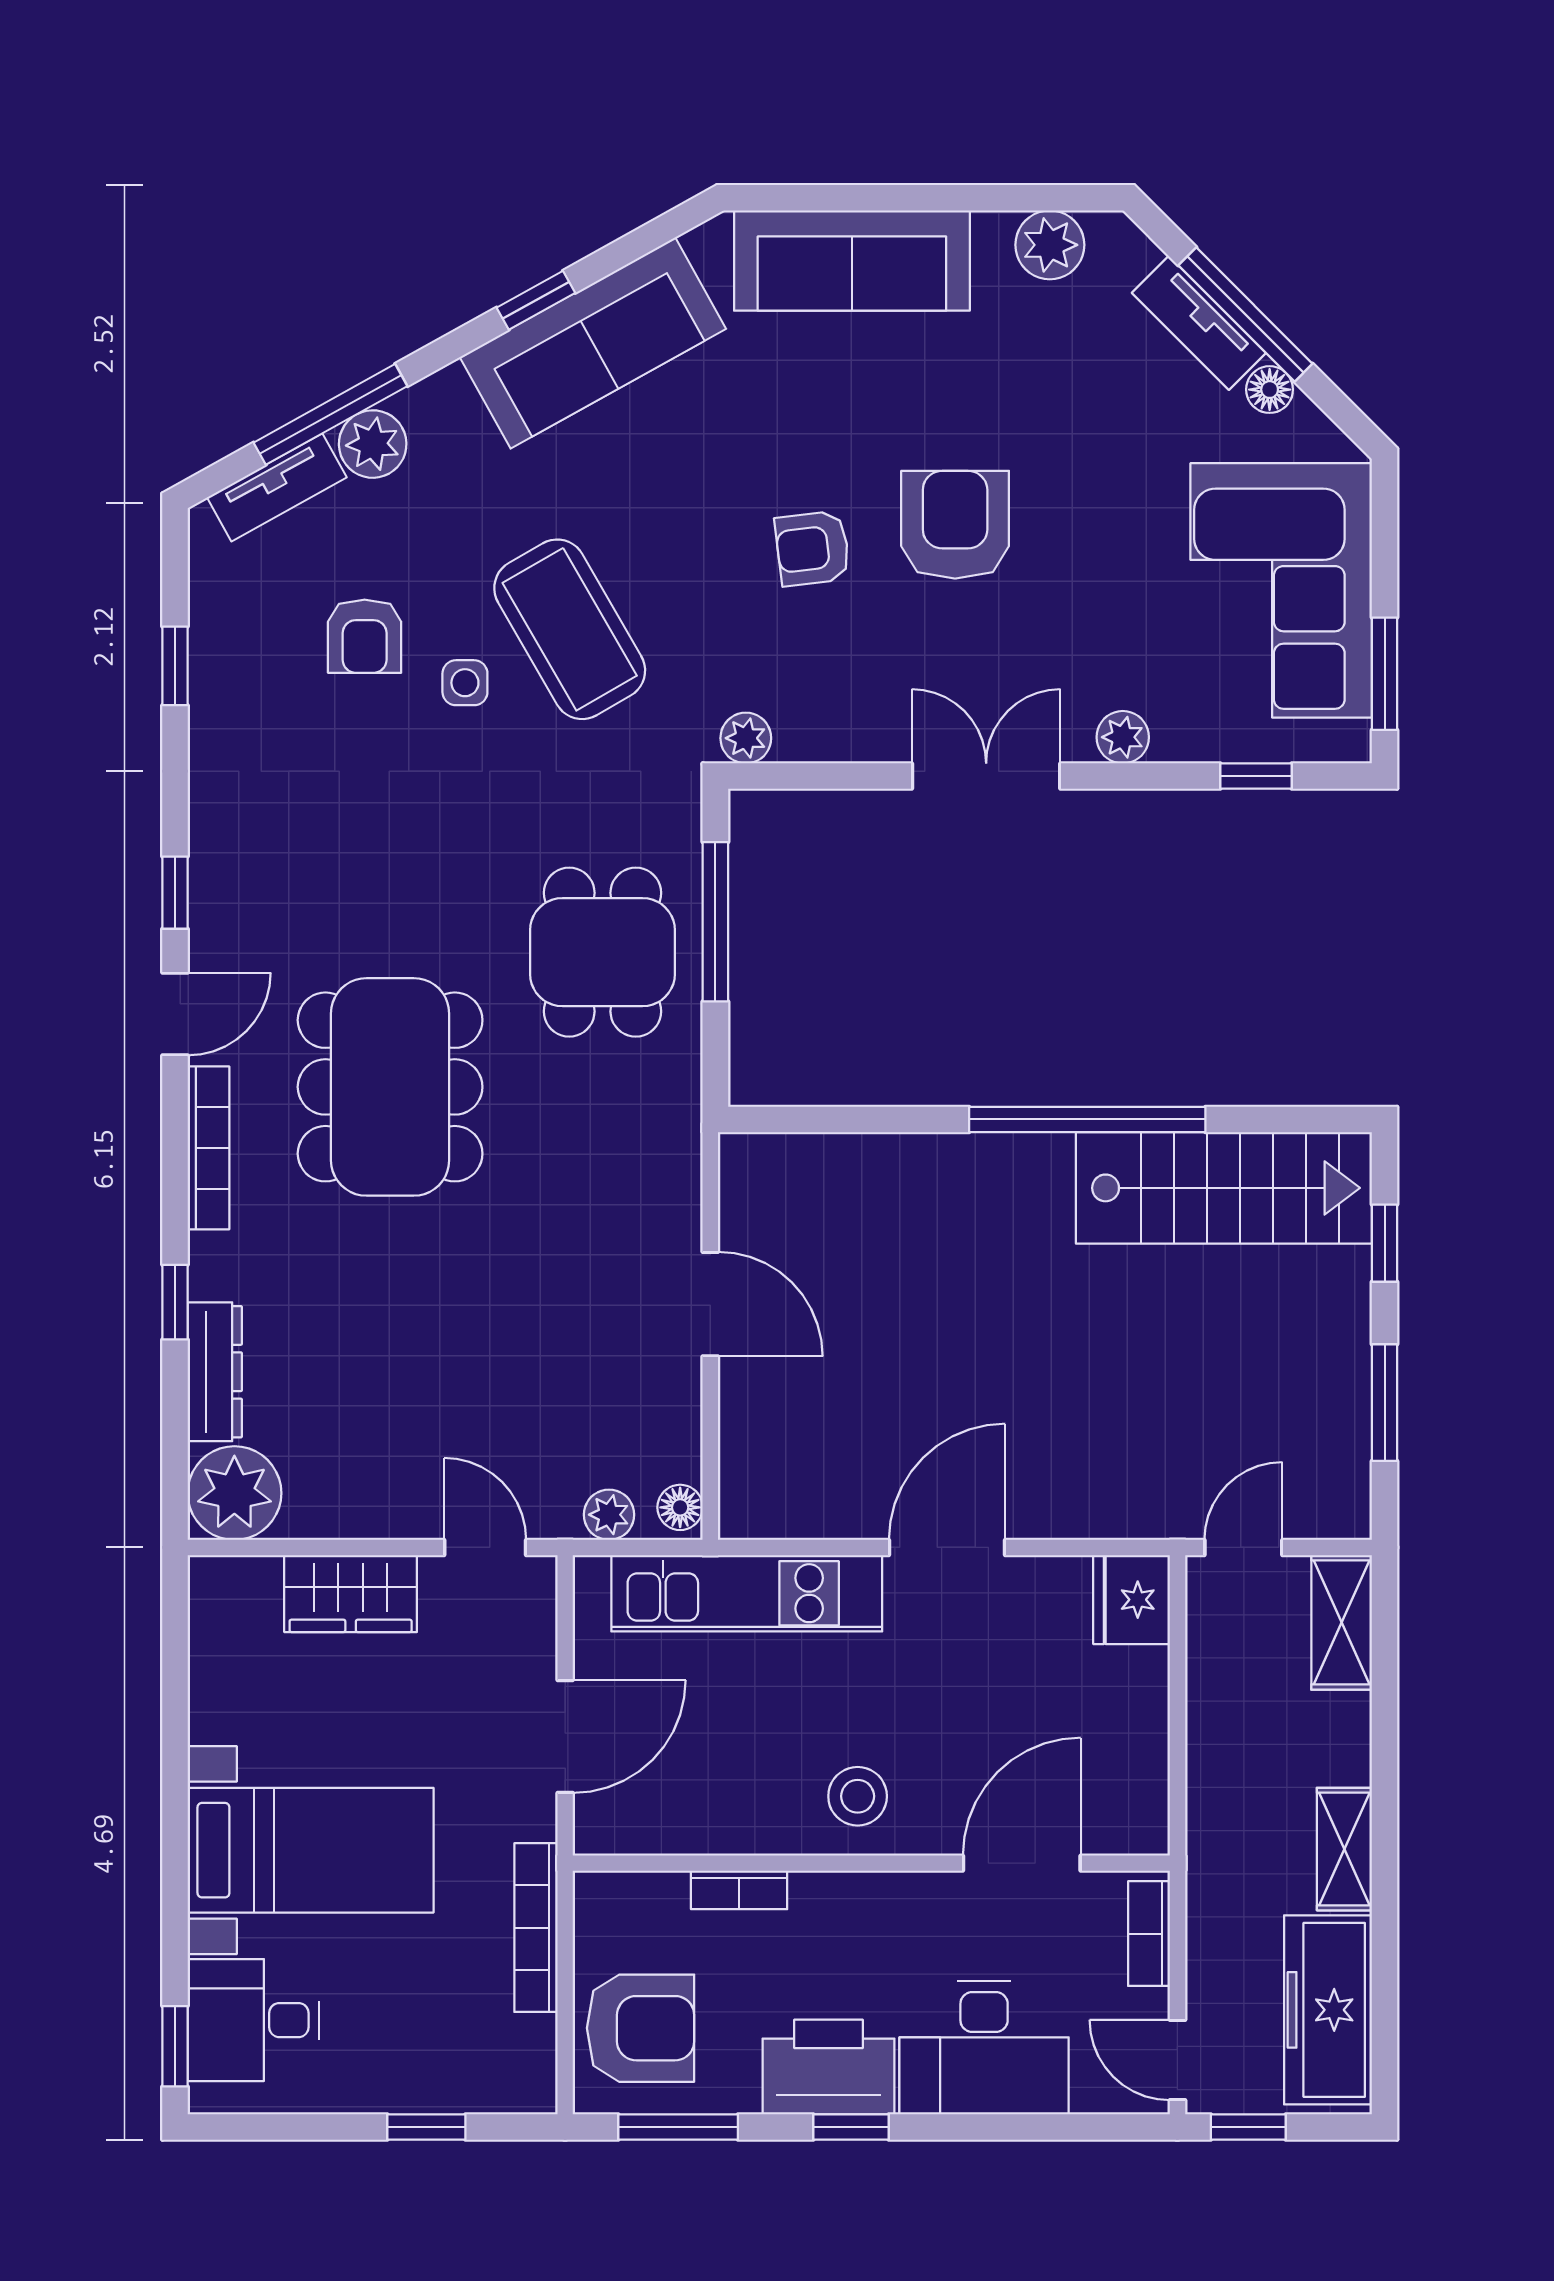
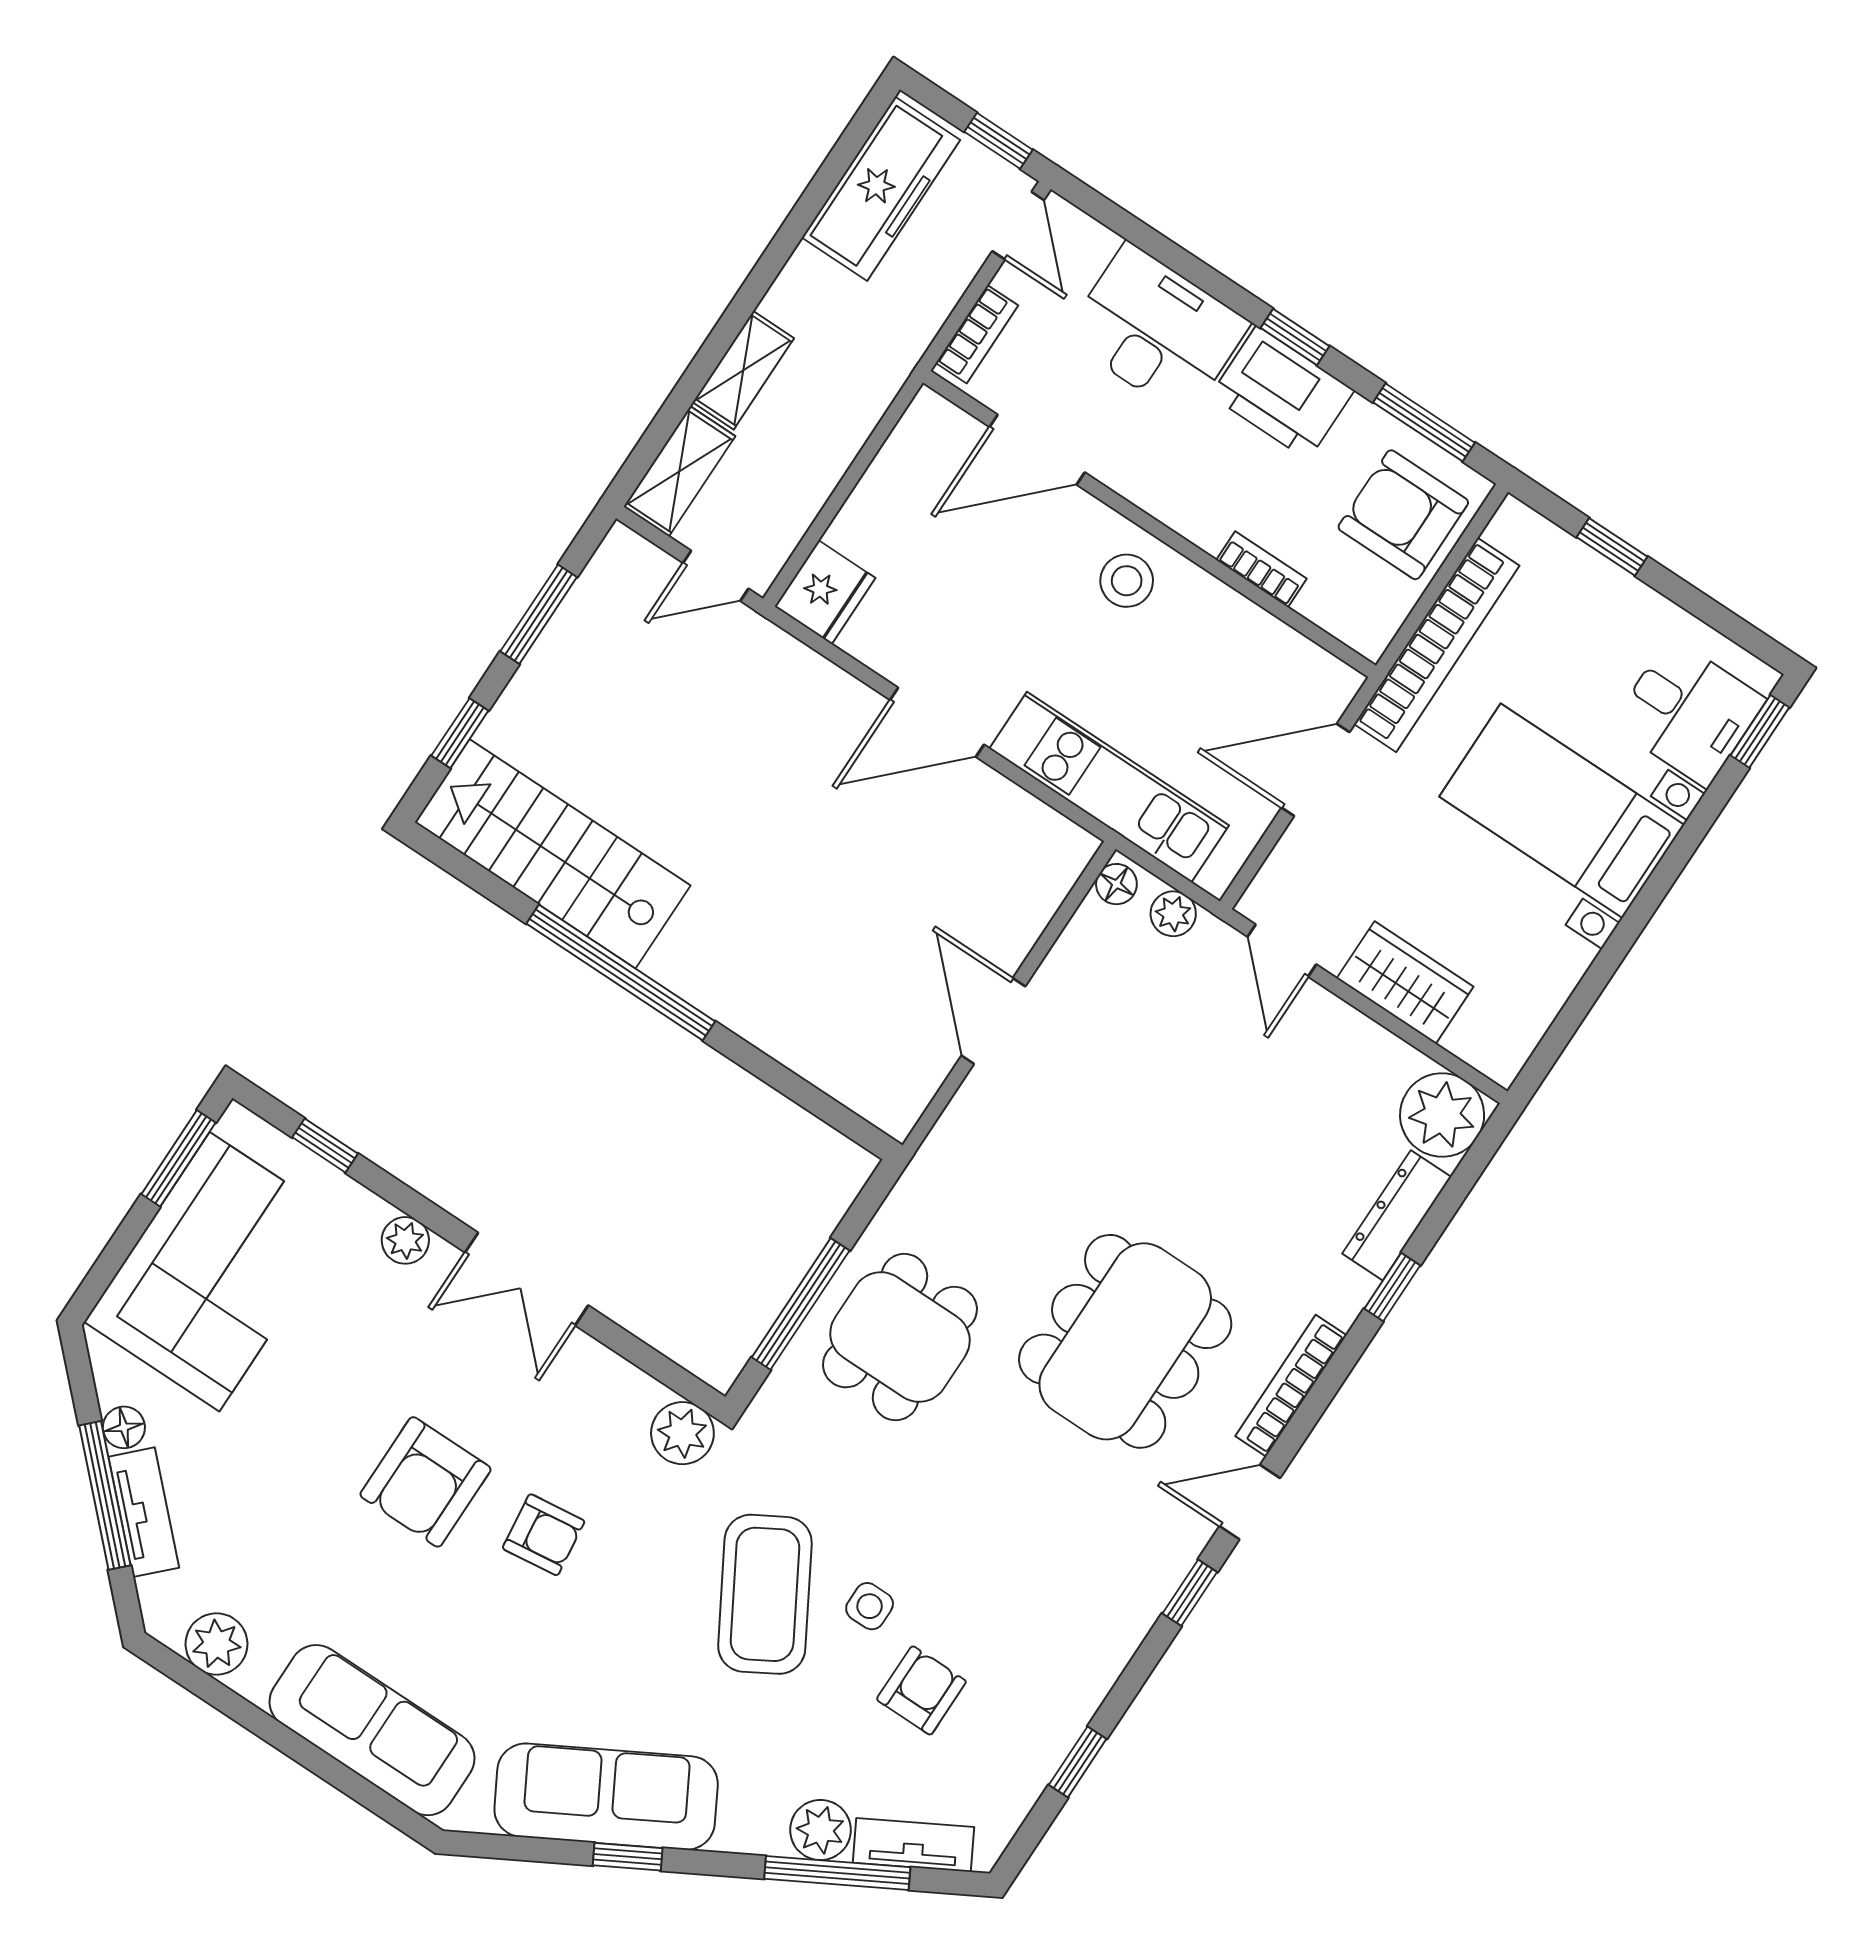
plant: (746, 738) -> (682, 1433), width x1.38, depth x1.38
shelving: (1344, 1849) -> (743, 370), moved
bookcase: (536, 1928) -> (1437, 645), width x1.48, depth x1.31

